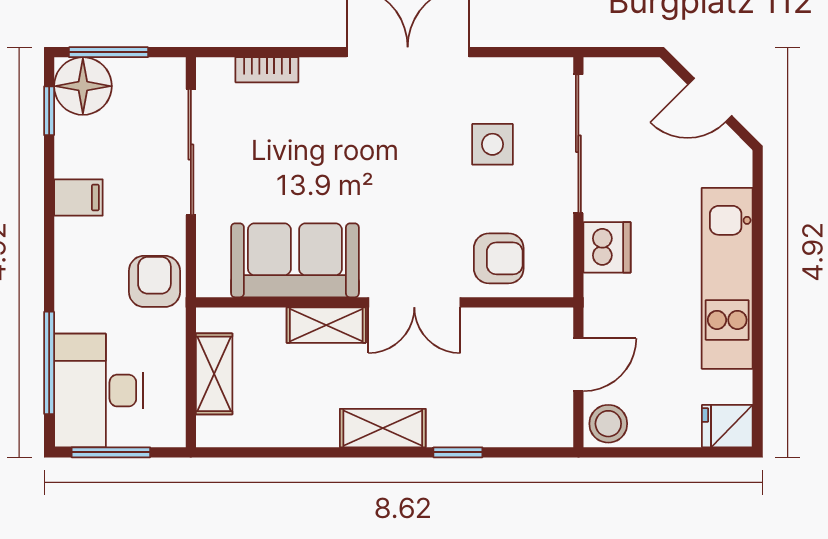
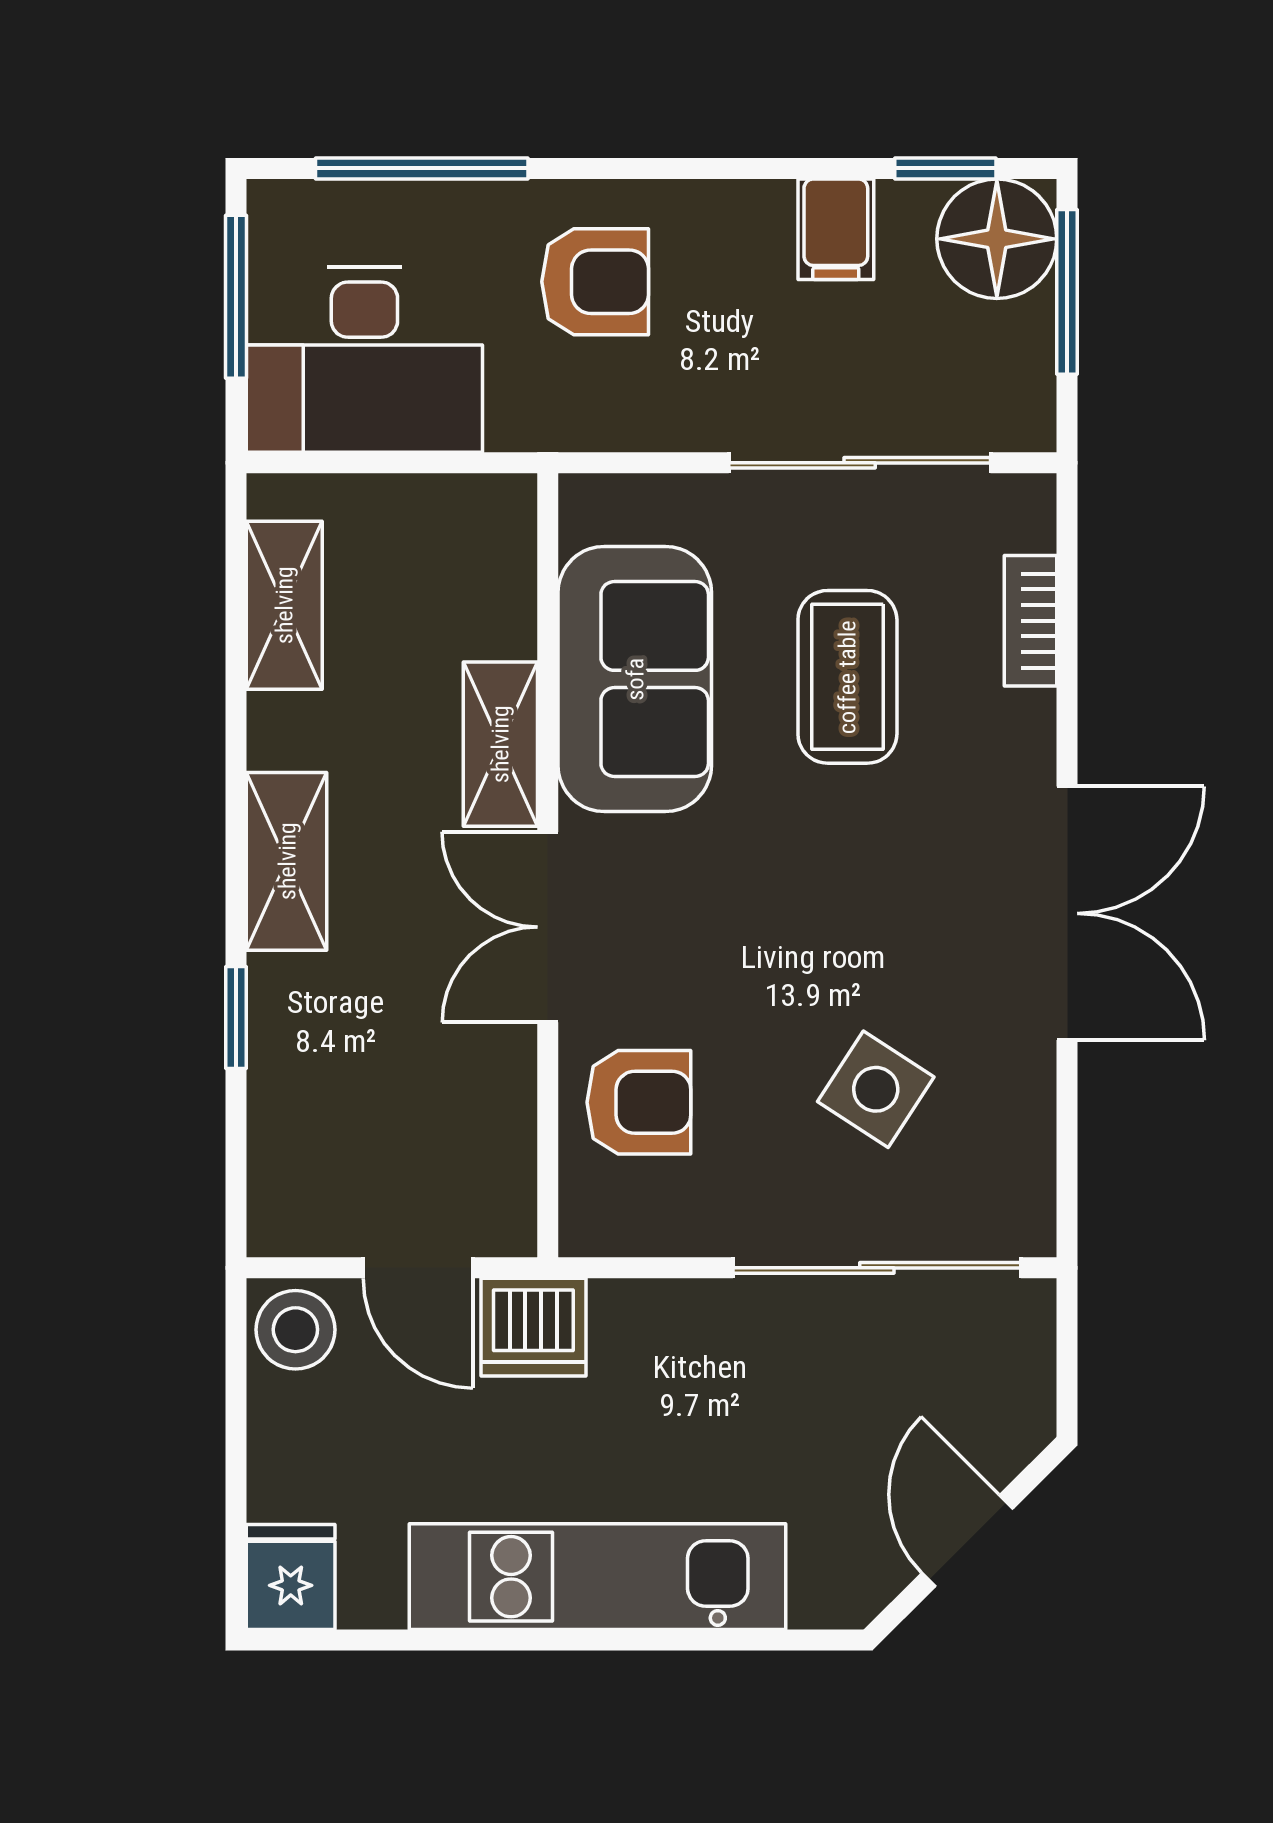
side table: (492, 144) -> (876, 1089), turned 33
coffee table: (294, 158) -> (847, 677), added
filing cabinet: (78, 198) -> (836, 229), moved
dishwasher: (607, 247) -> (533, 1327), moved
armchair: (499, 258) -> (639, 1102), turned -90
armchair: (154, 281) -> (595, 282), moved
shelving: (214, 374) -> (284, 605), moved, turned 90
desk: (99, 391) -> (364, 360), moved, turned 180

